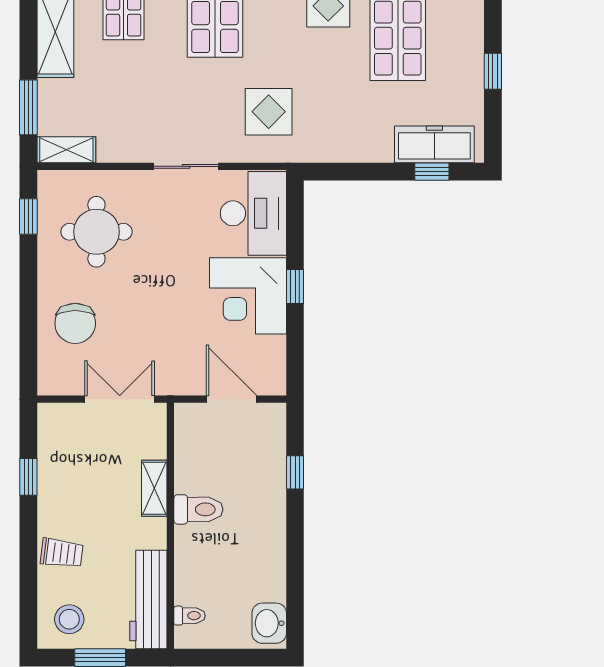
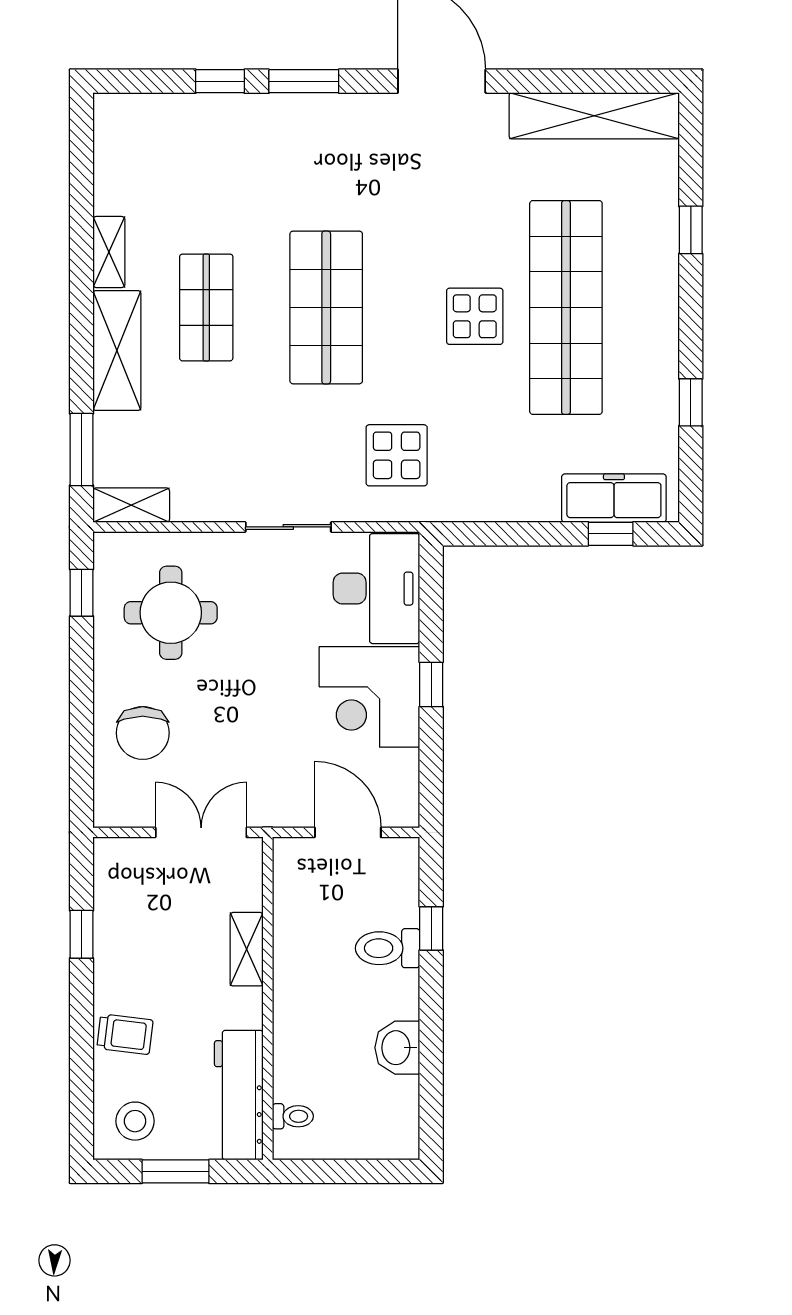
toilet: (198, 509) -> (388, 948), moved, turned 180
washbasin: (269, 623) -> (397, 1048), moved

